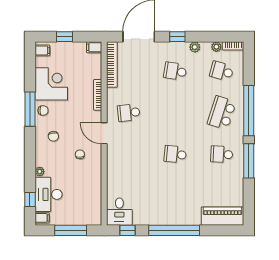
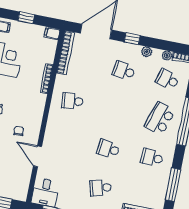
door: (104, 133) -> (37, 156), moved
window: (249, 161) -> (173, 185), moved
school desk: (175, 196) -> (101, 188), added

